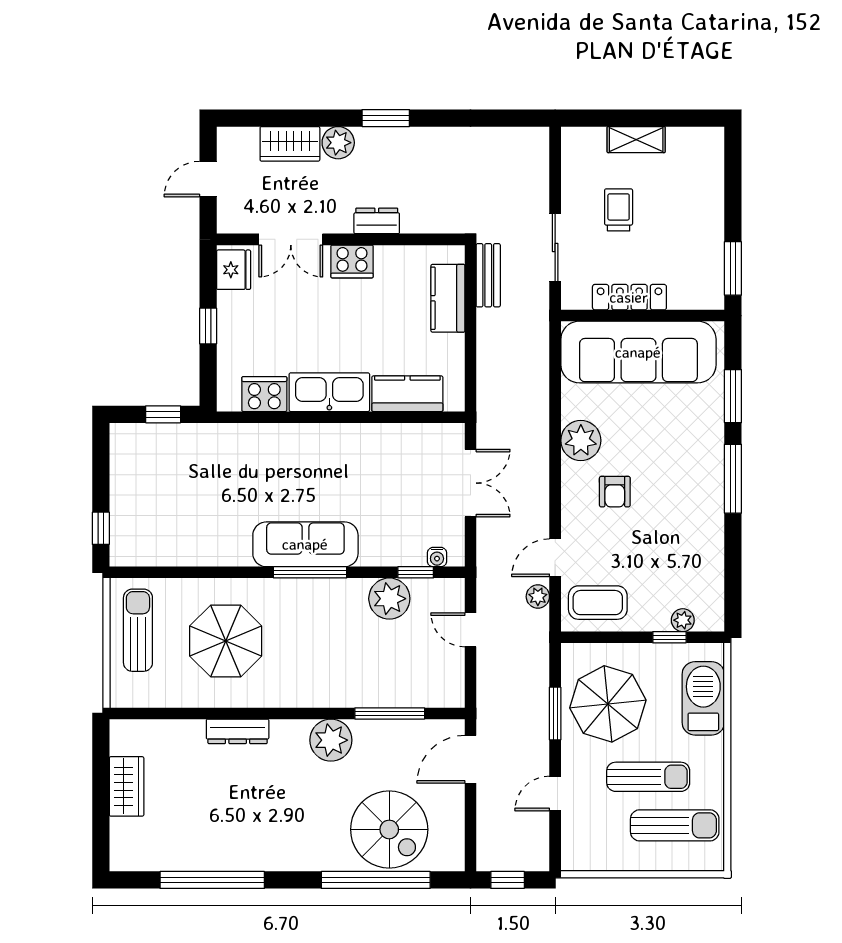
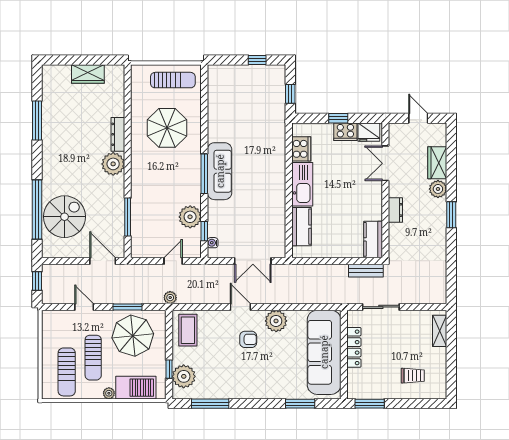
shelving: (636, 140) -> (440, 331), moved
trolley: (619, 210) -> (413, 376), moved
cooker: (352, 261) -> (345, 132), moved, turned -90
kitchen counter: (448, 298) -> (373, 239), moved, turned -90
window: (733, 479) -> (210, 404), moved
armchair: (615, 492) -> (248, 339), turned 180
window: (101, 528) -> (257, 60), moved
door: (555, 558) -> (240, 307), moved
plant: (538, 597) -> (170, 298), moved
plant: (683, 620) -> (184, 376), width x1.88, depth x1.88
plant: (331, 740) -> (113, 164), moved
plant: (714, 748) -> (109, 393), added
spiral stairs: (389, 829) -> (64, 217), turned 180
window: (212, 880) -> (37, 121), width x0.68

